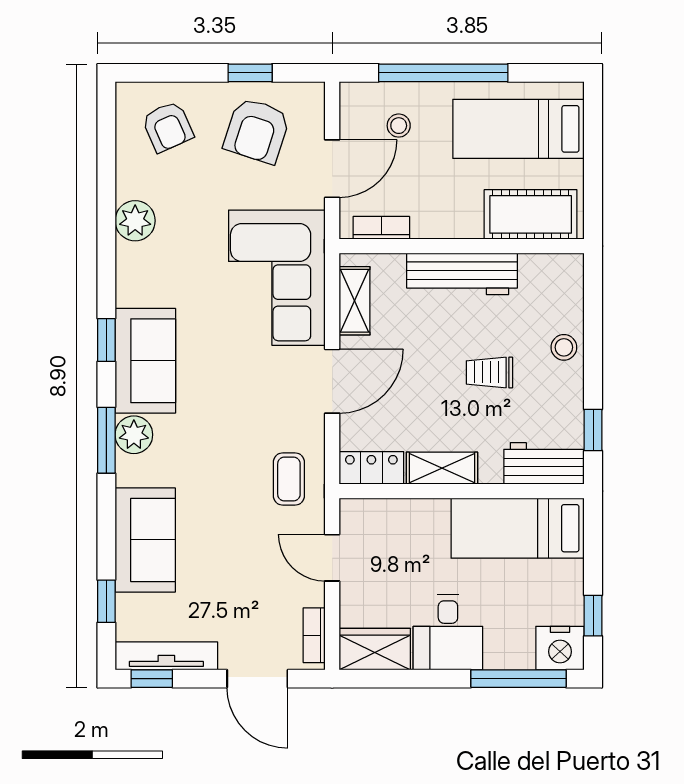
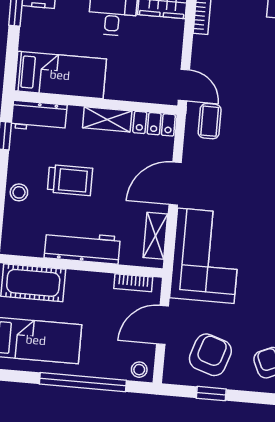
stool: (399, 126) -> (139, 370), moved
trolley: (489, 372) -> (70, 180), width x1.36, depth x1.39
door: (332, 558) -> (184, 85), moved

